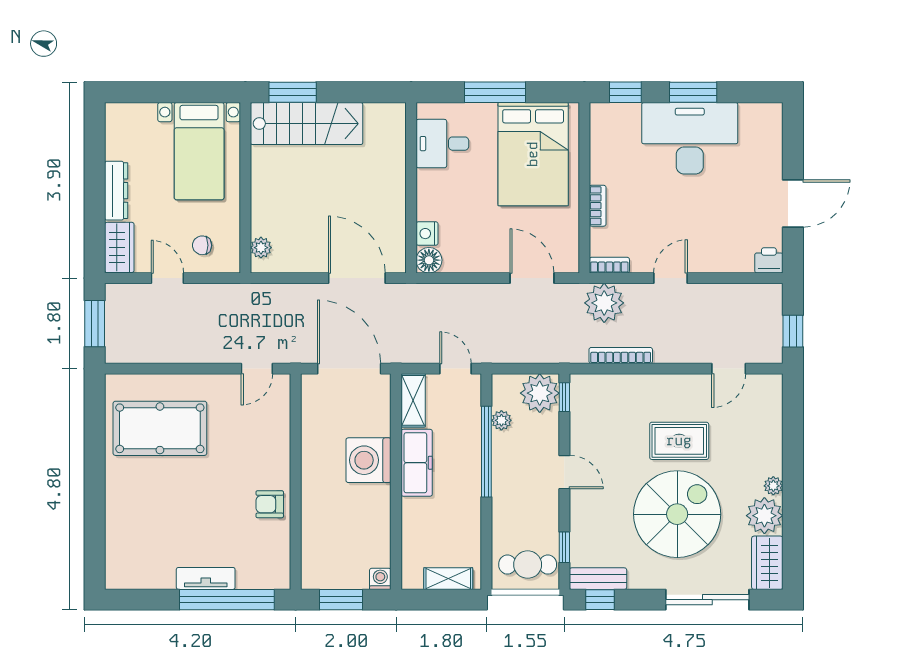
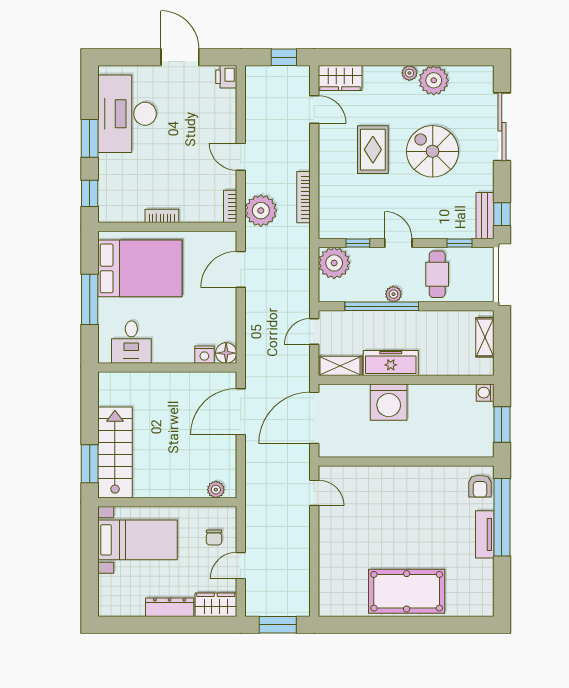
desk: (690, 138) -> (127, 114), moved
bookcase: (598, 206) -> (162, 216), moved
window: (564, 397) -> (358, 243), moved
plant: (501, 420) -> (393, 294), moved
pool table: (160, 428) -> (407, 591), moved, turned 90
door: (564, 472) -> (398, 243), hinge flipped
armchair: (270, 504) -> (480, 486), moved
spiral stairs: (677, 514) -> (433, 151), width x0.73, depth x0.73
wardrobe: (767, 563) -> (340, 78), moved
cafe table: (528, 565) -> (437, 274), moved

